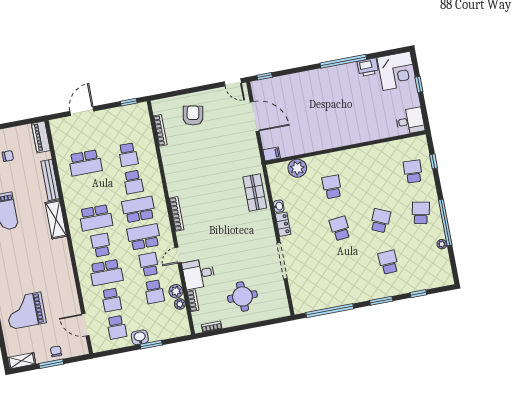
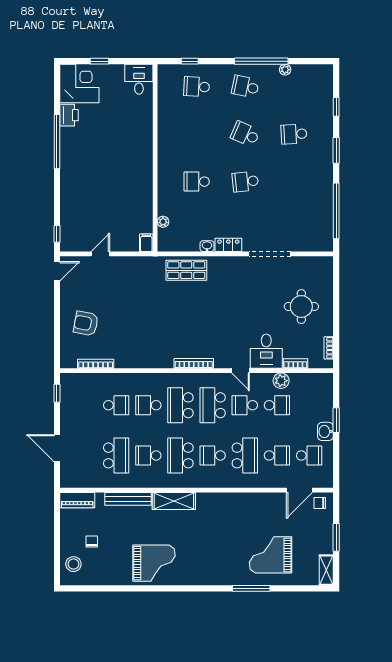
door: (255, 117) -> (100, 254), width x0.53
plant: (297, 168) -> (163, 222), width x0.53, depth x0.53
school desk: (133, 182) -> (148, 405), turned 180
school desk: (91, 190) -> (148, 455), added
school desk: (96, 218) -> (180, 455), turned 180
plant: (180, 304) -> (296, 379), removed
grand piano: (26, 311) -> (271, 555), turned 90
chair: (56, 351) -> (320, 503), moved

